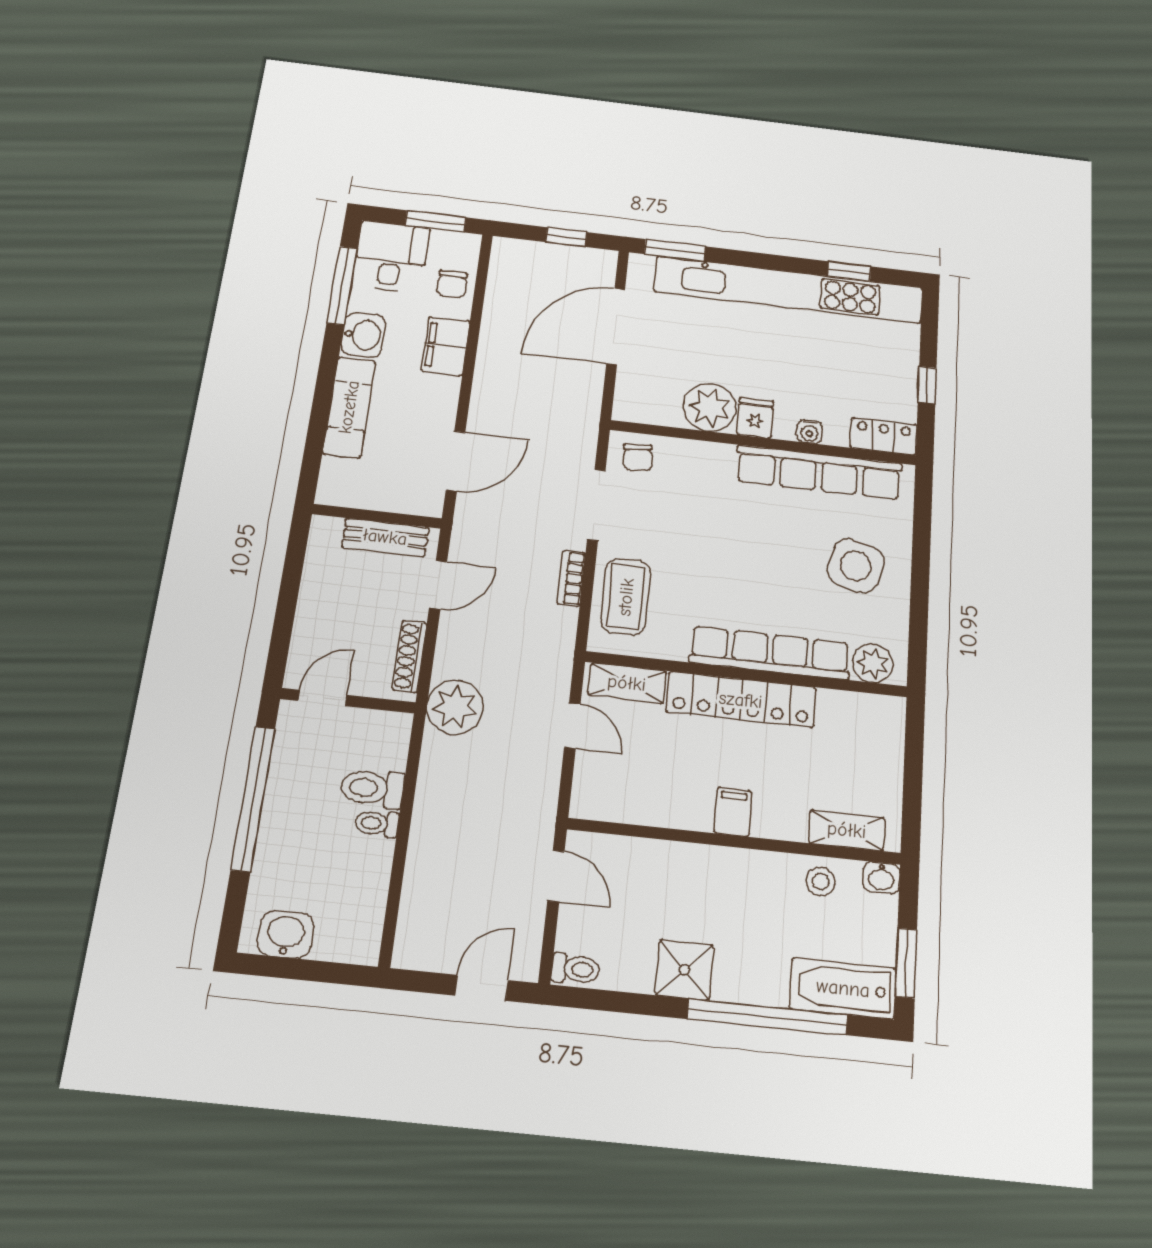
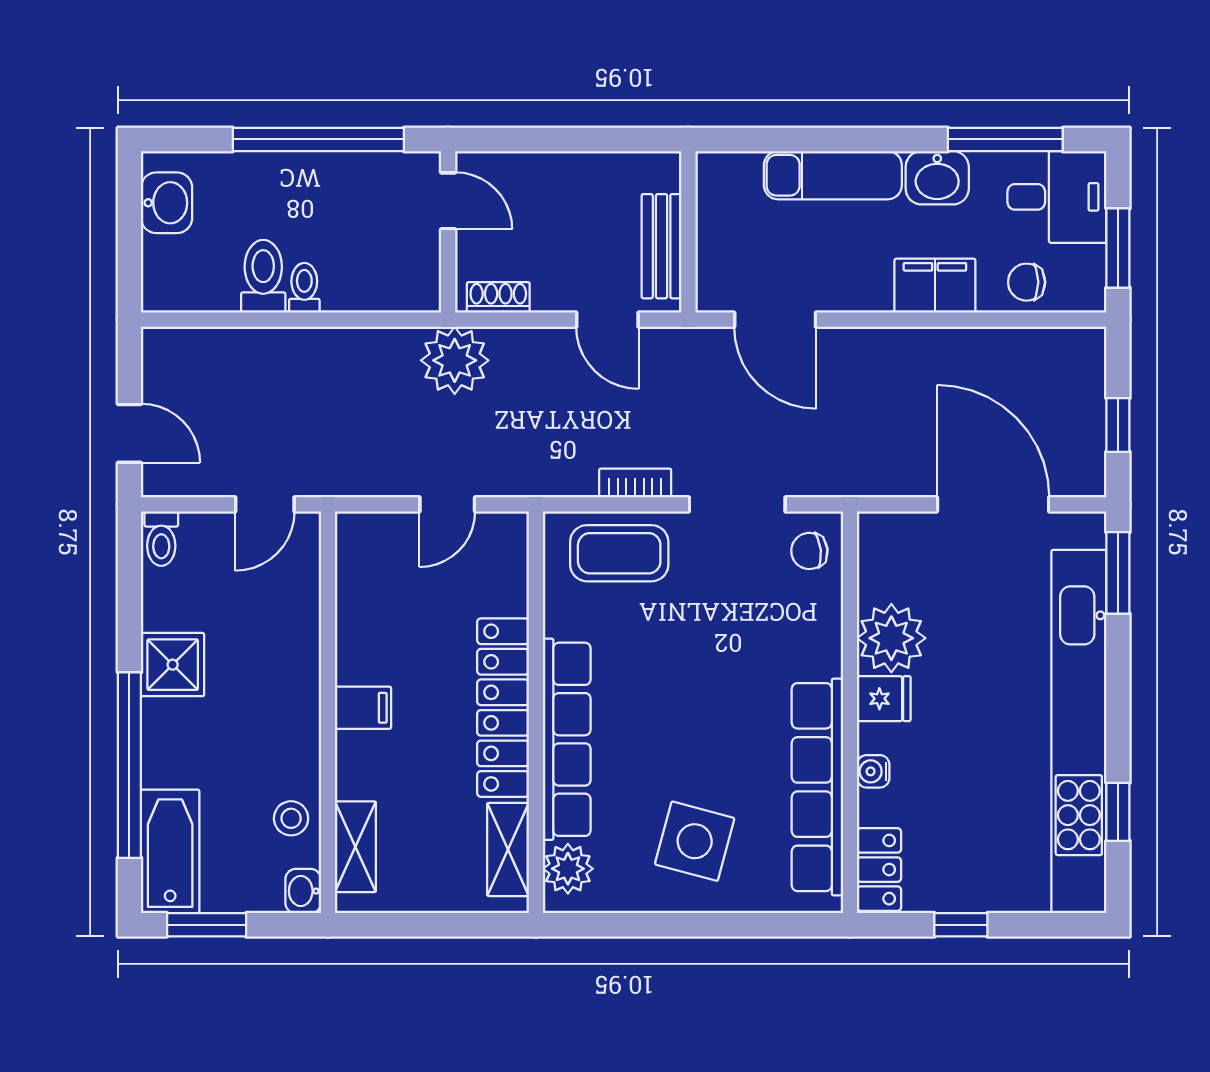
shoe rack: (410, 656) -> (498, 297), width x0.70
shelving: (627, 683) -> (508, 849), moved
toilet: (372, 788) -> (263, 276), moved

